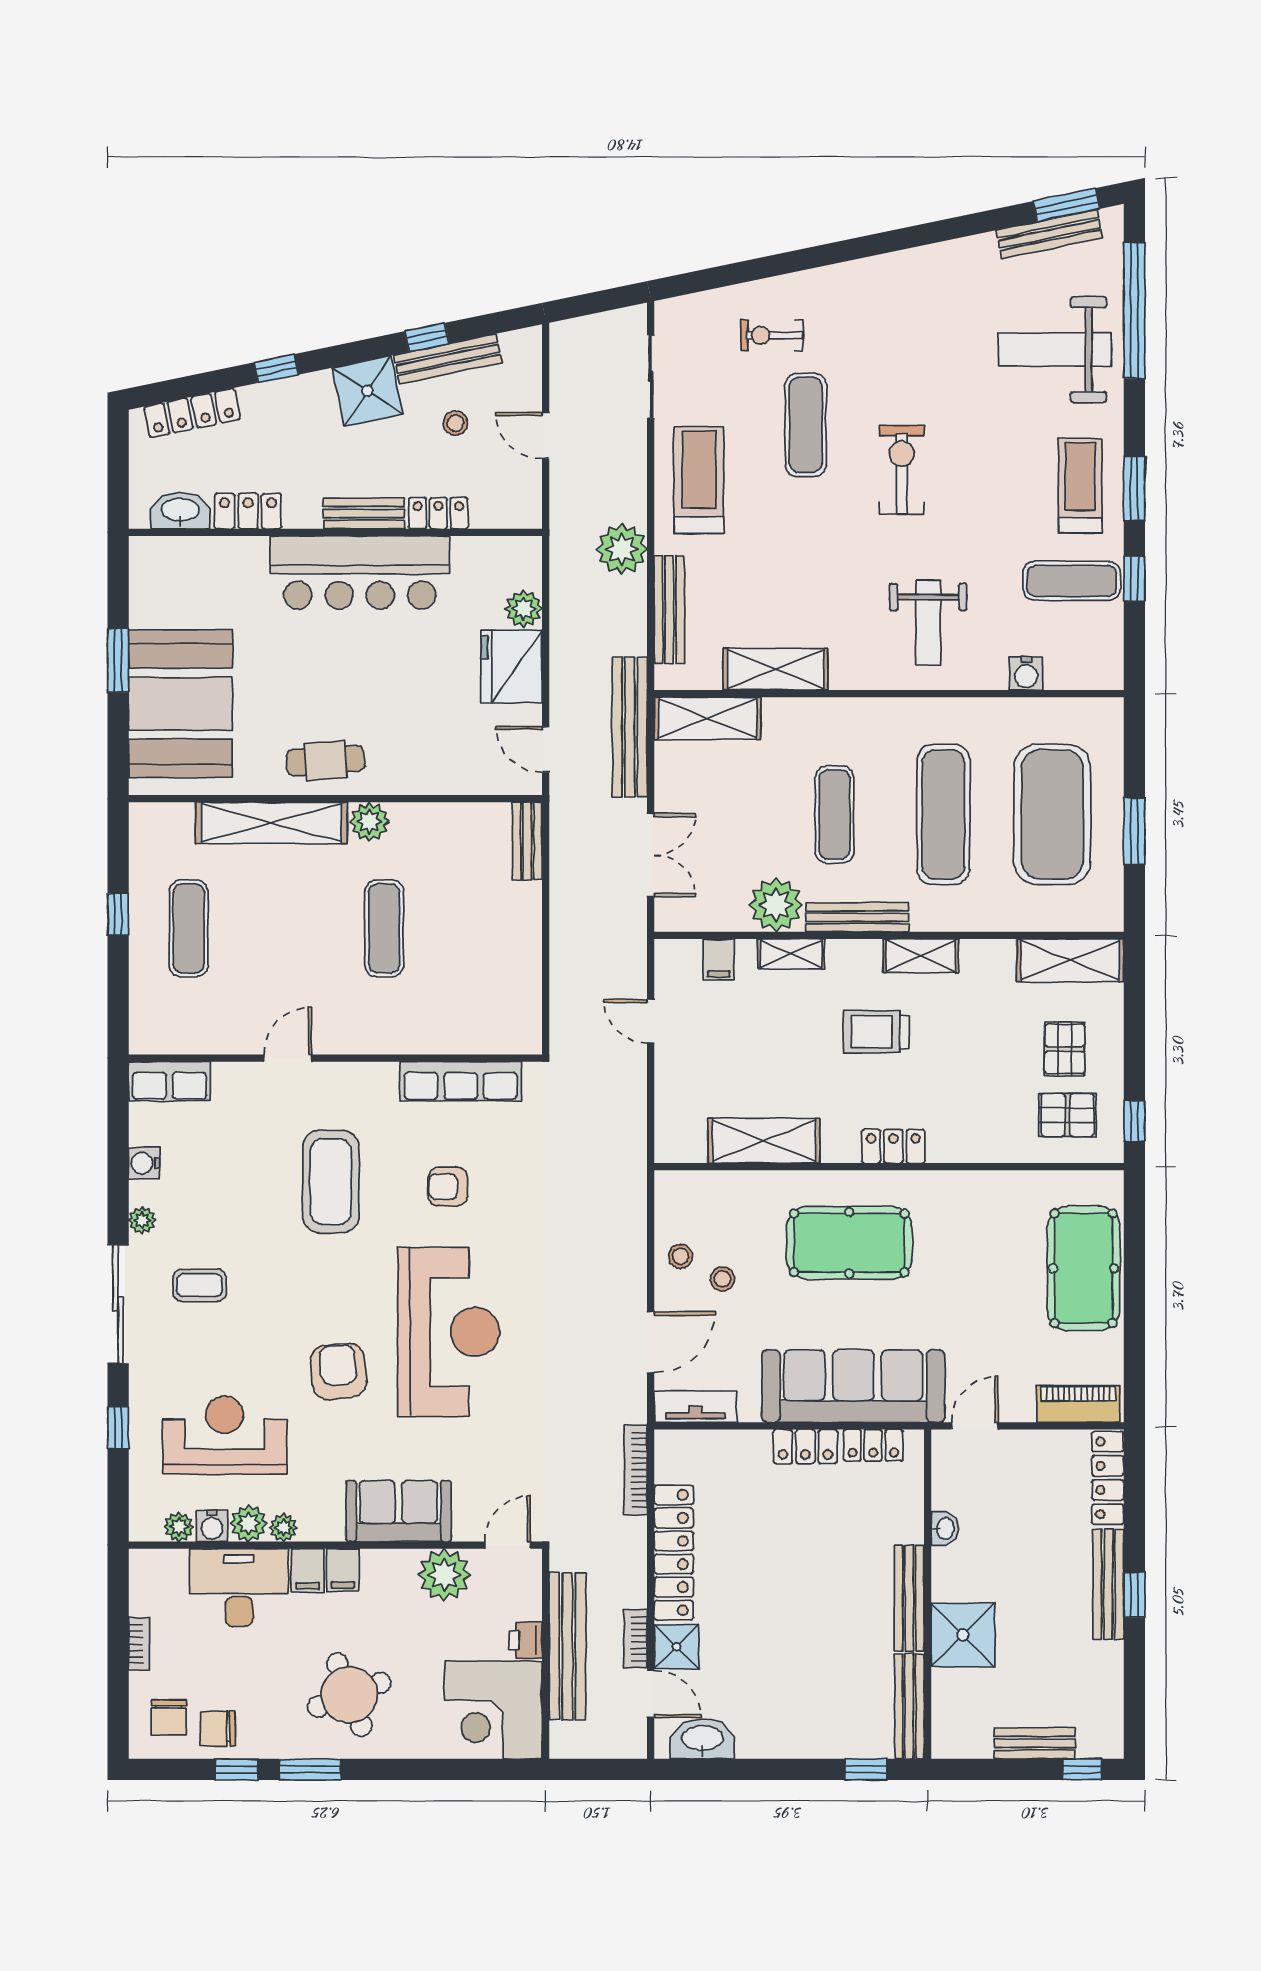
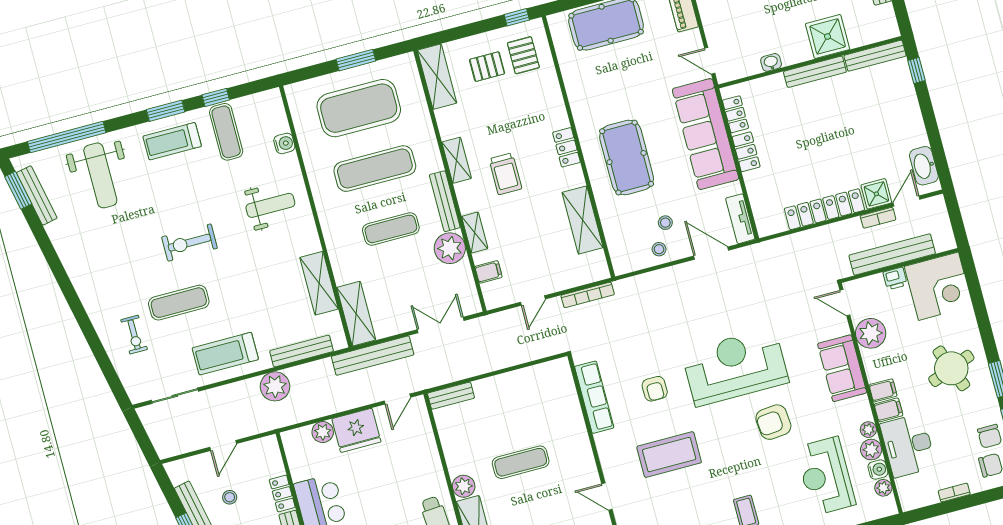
bookcase: (636, 1470) -> (588, 295), moved

